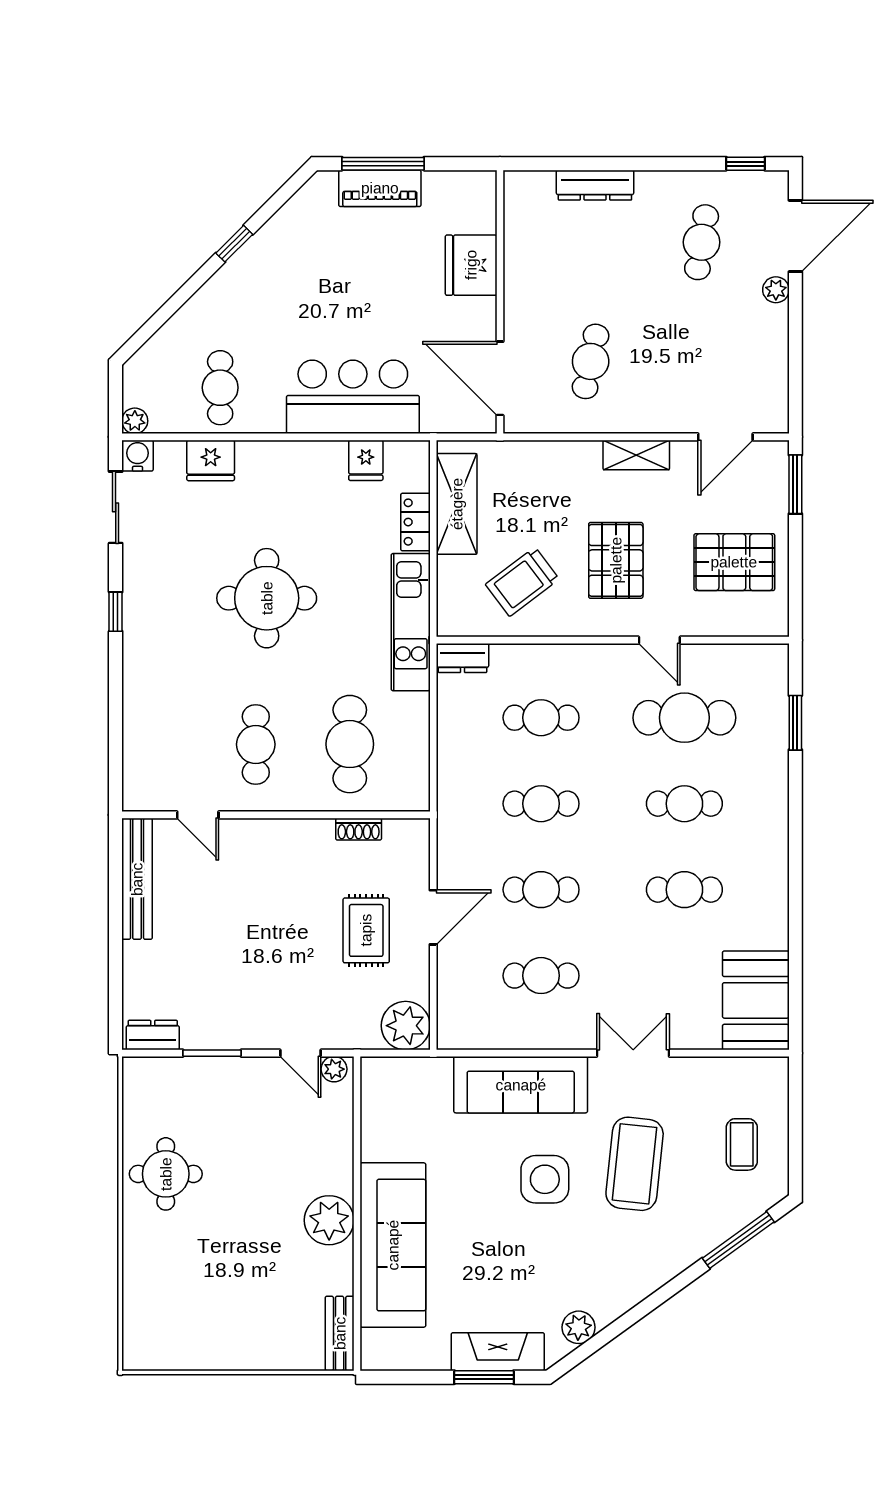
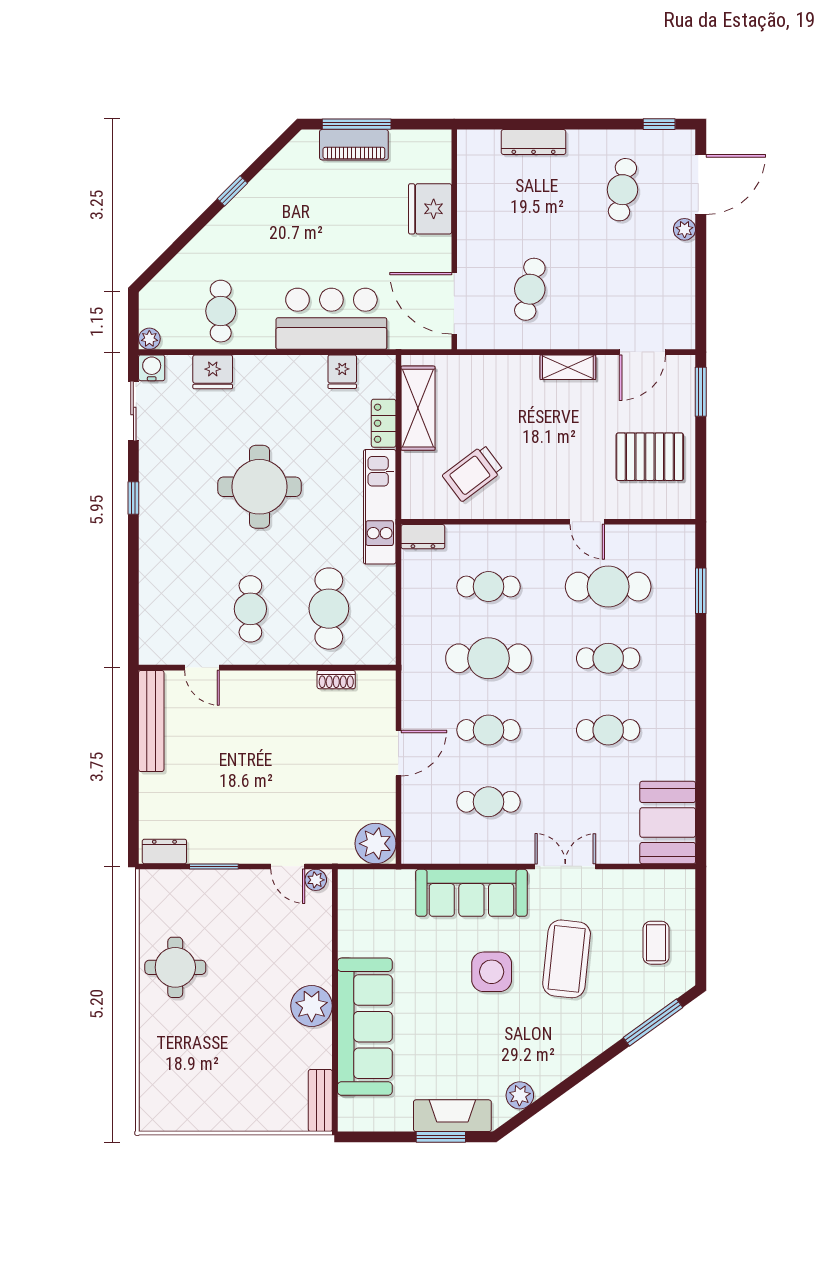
pallet: (616, 560) -> (551, 455), removed
cafe table: (541, 804) -> (488, 658), width x1.37, depth x1.35
rug: (366, 930) -> (343, 764), removed

